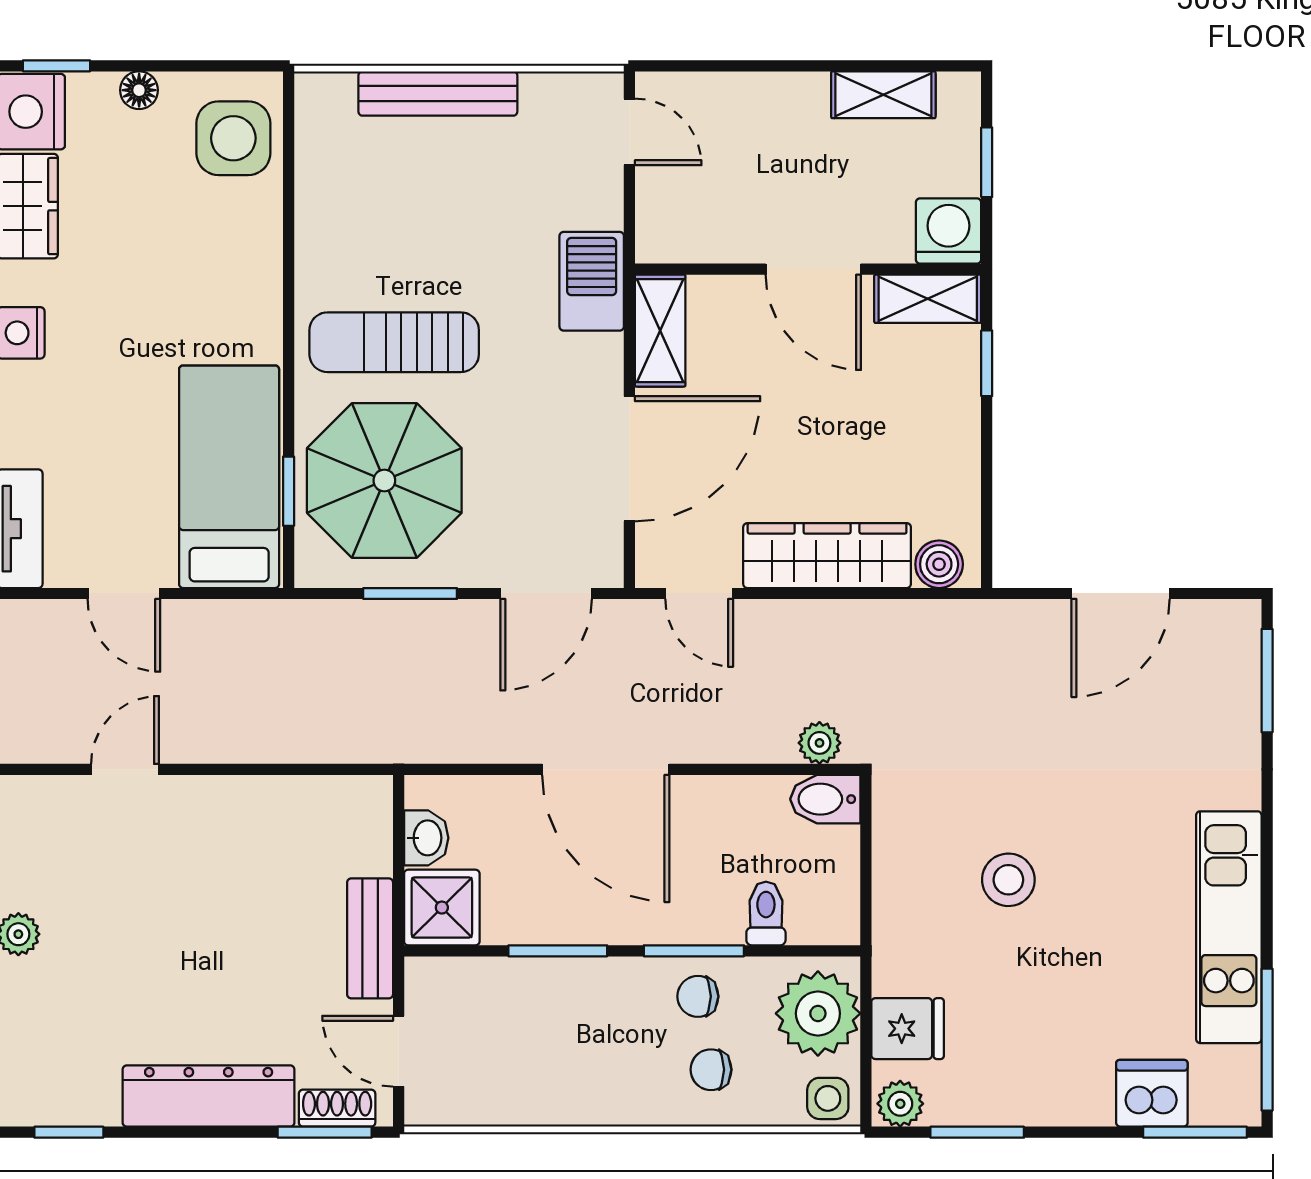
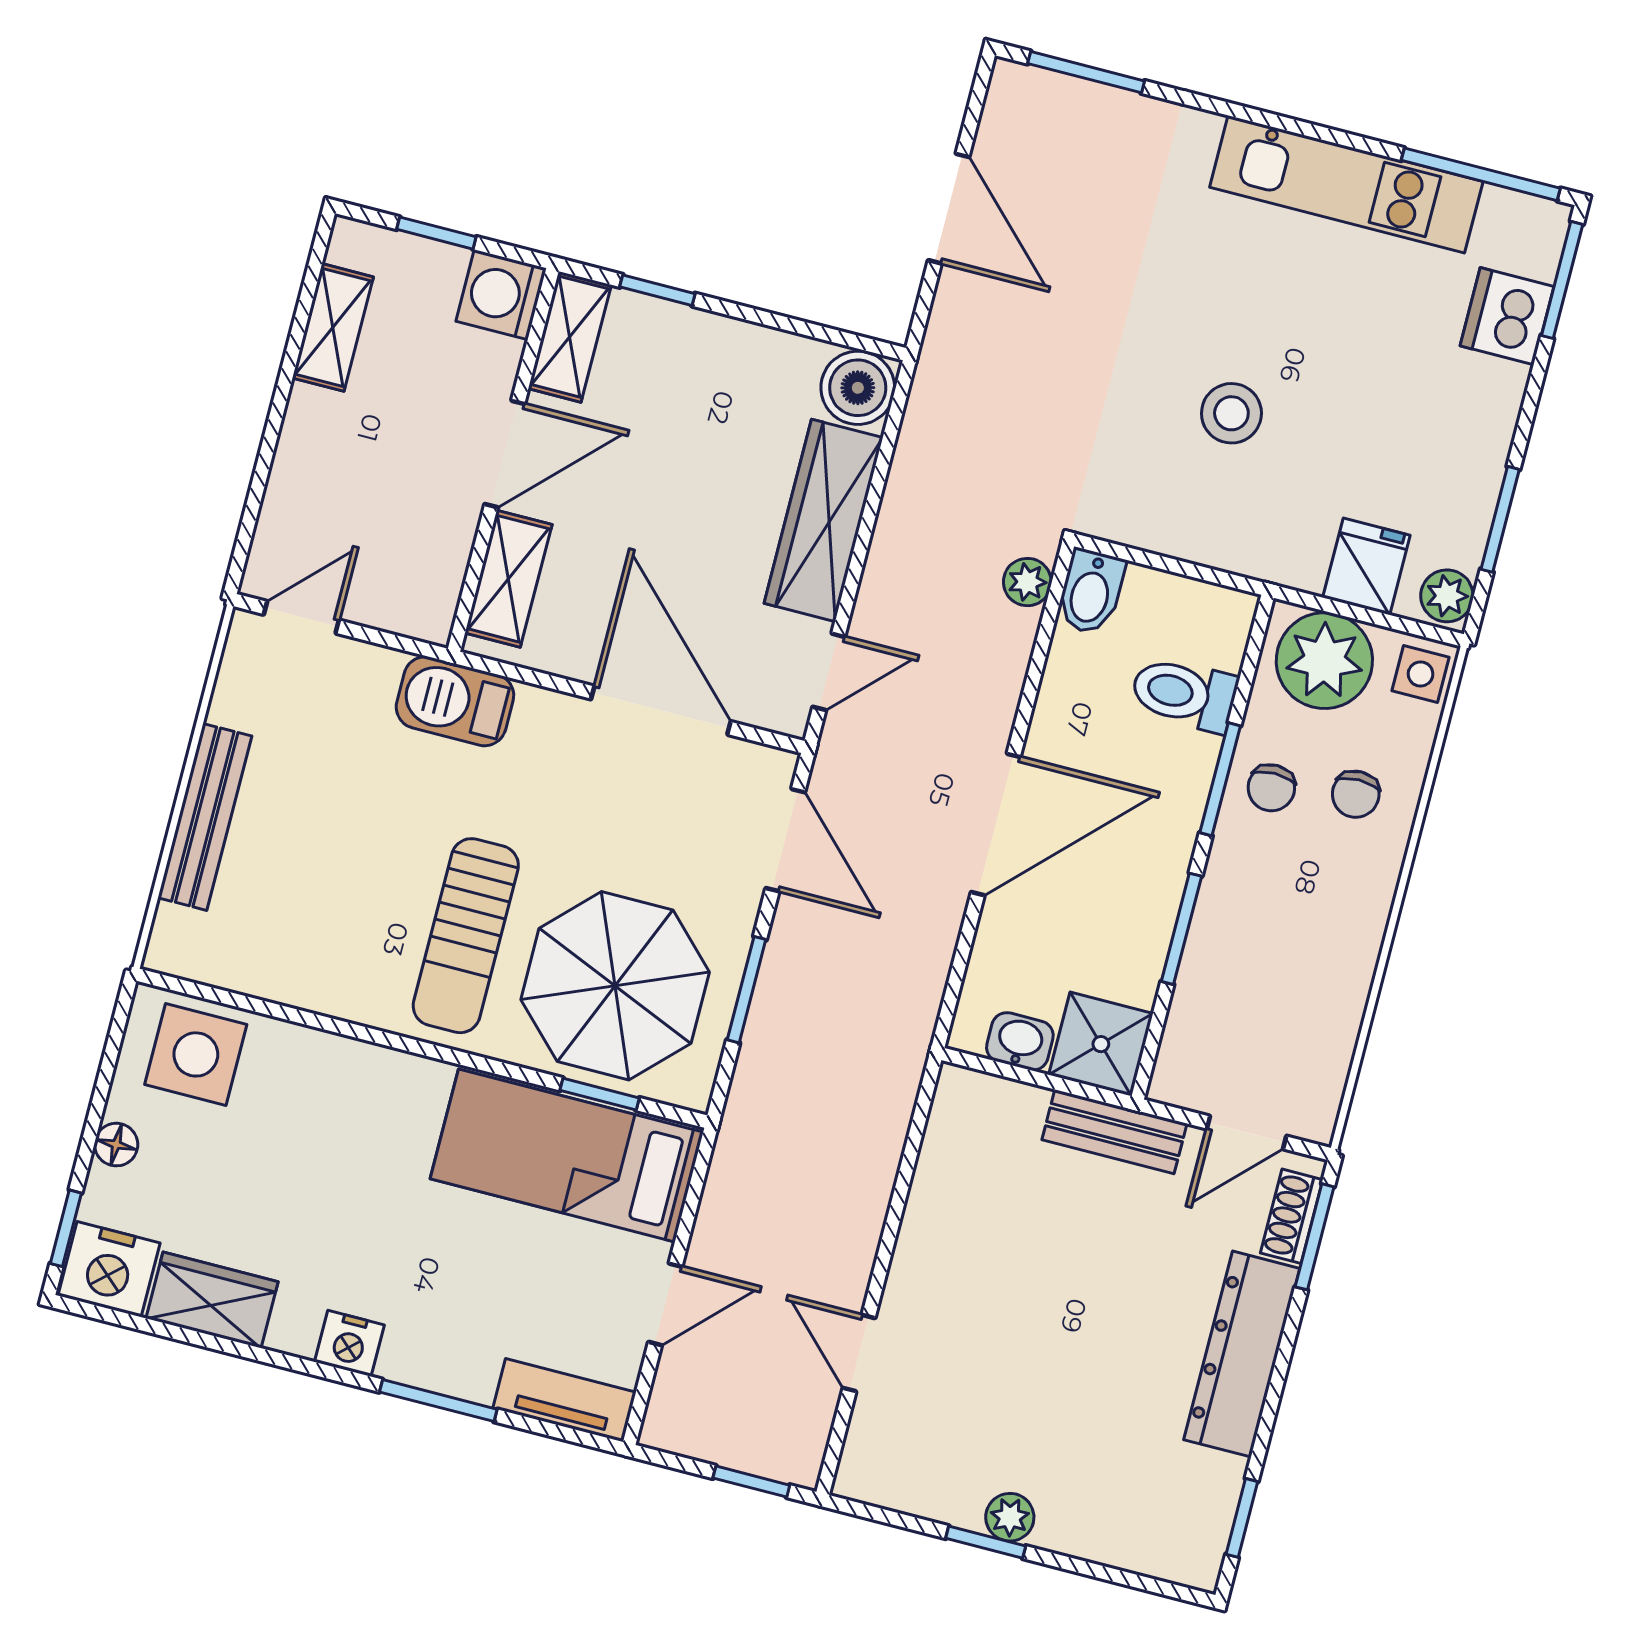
shelving: (660, 331) -> (508, 579), moved, turned 90
boiler: (939, 564) -> (858, 388), width x1.36, depth x1.36
toilet: (766, 913) -> (1184, 694), width x1.37, depth x1.39

